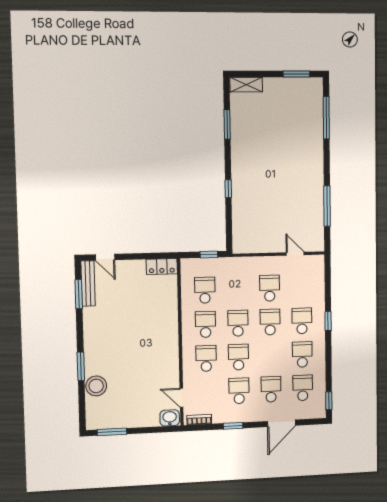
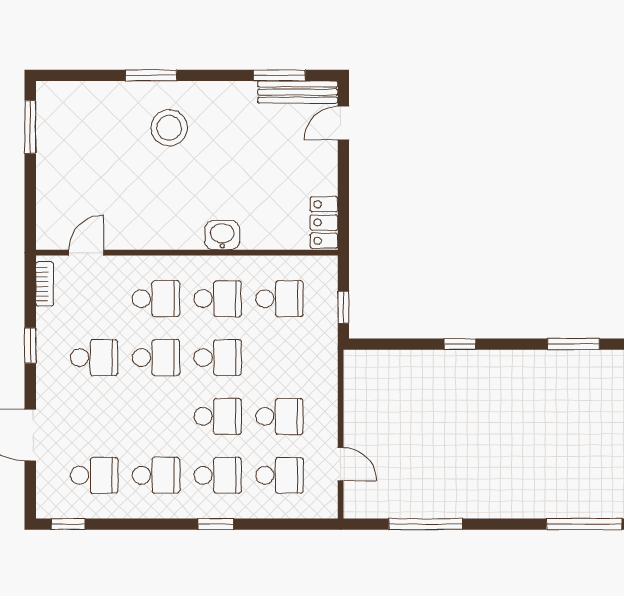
door: (295, 254) -> (341, 464), hinge flipped
stool: (96, 386) -> (169, 128), moved
school desk: (271, 389) -> (279, 475), moved
washbasin: (170, 418) -> (222, 235), moved, turned -90

